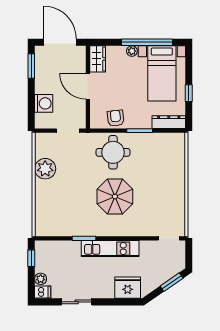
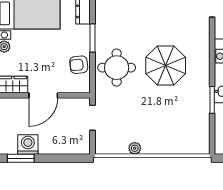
washing machine: (44, 103) -> (28, 145), moved
plant: (45, 169) -> (135, 148), width x0.53, depth x0.53

